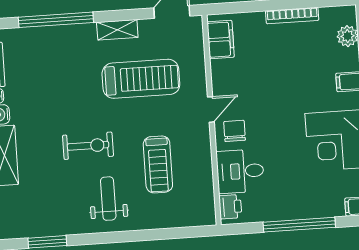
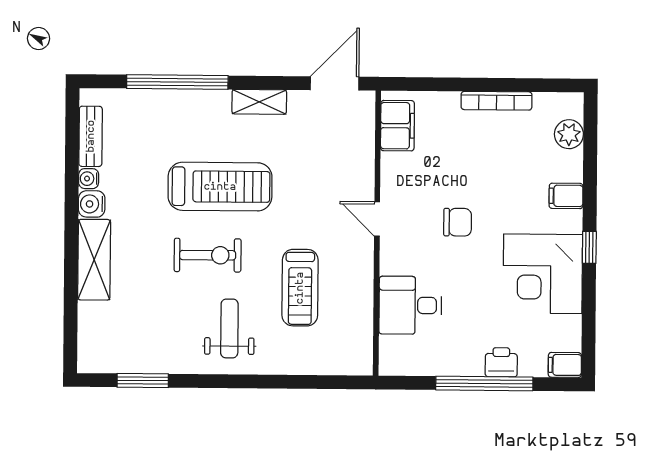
treadmill: (141, 79) -> (220, 187), moved
door: (211, 109) -> (377, 219), swing flipped
chair: (235, 131) -> (458, 222), moved, turned 90
printer: (230, 207) -> (501, 362), moved, turned -90

